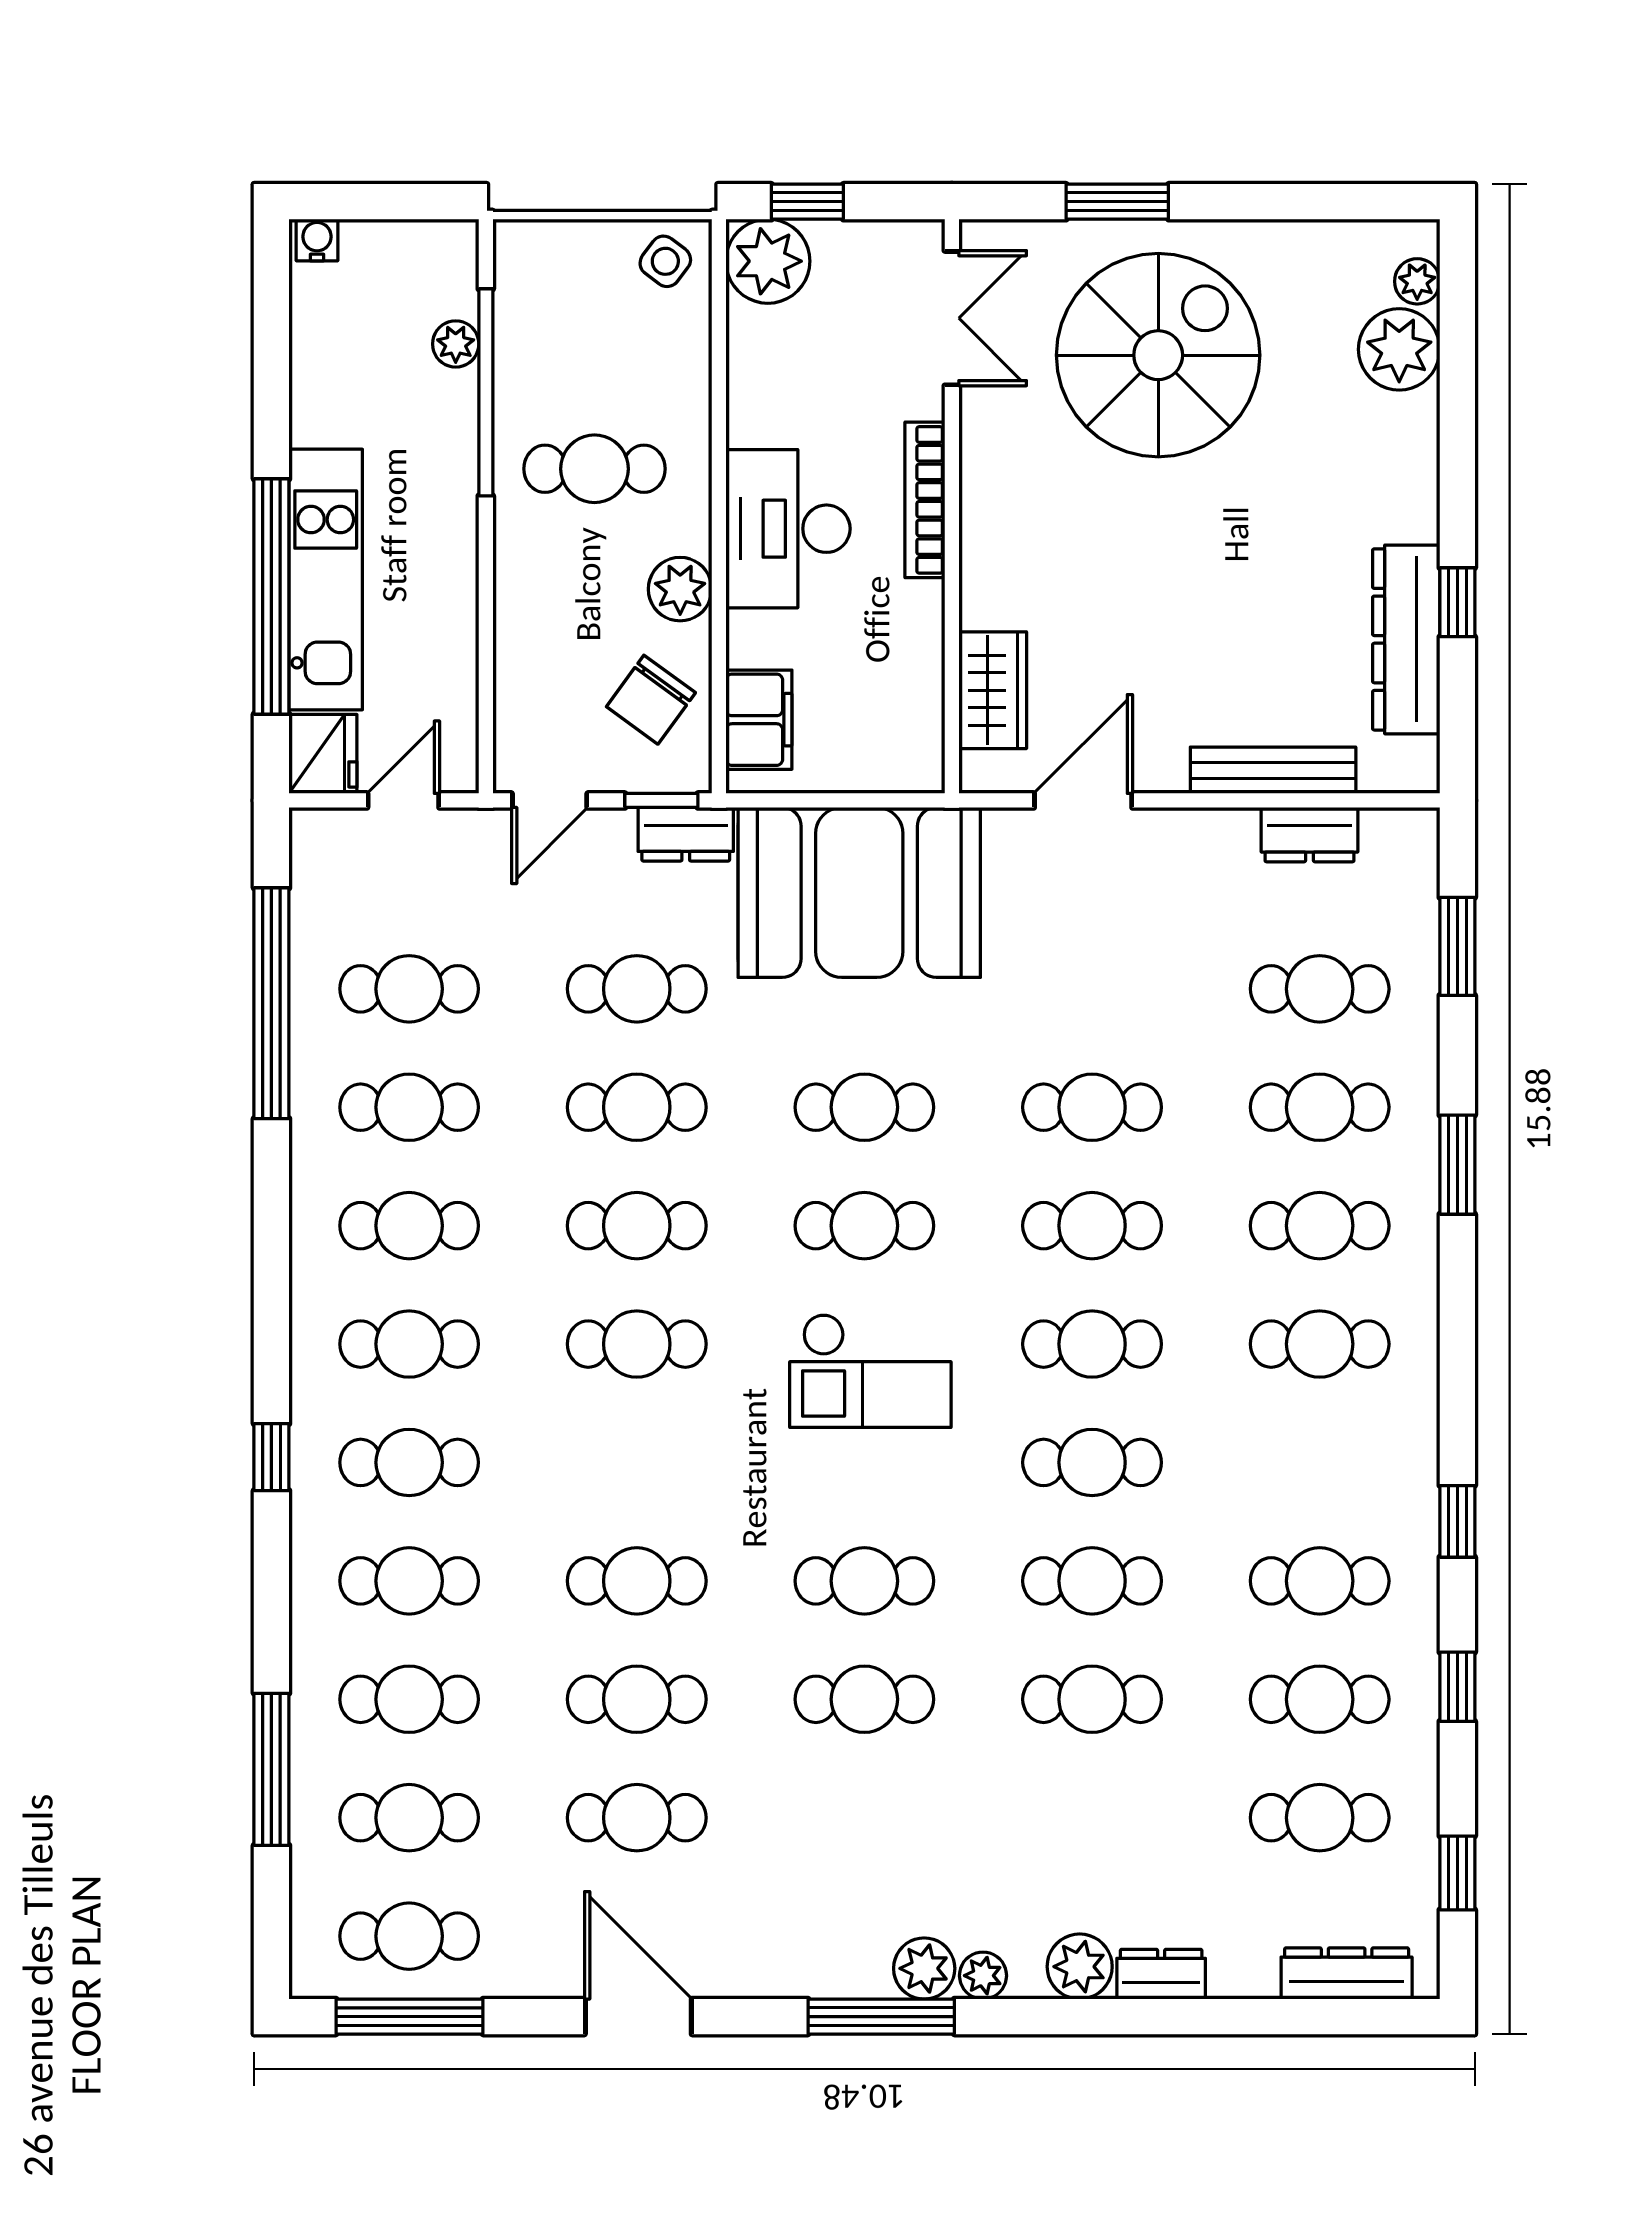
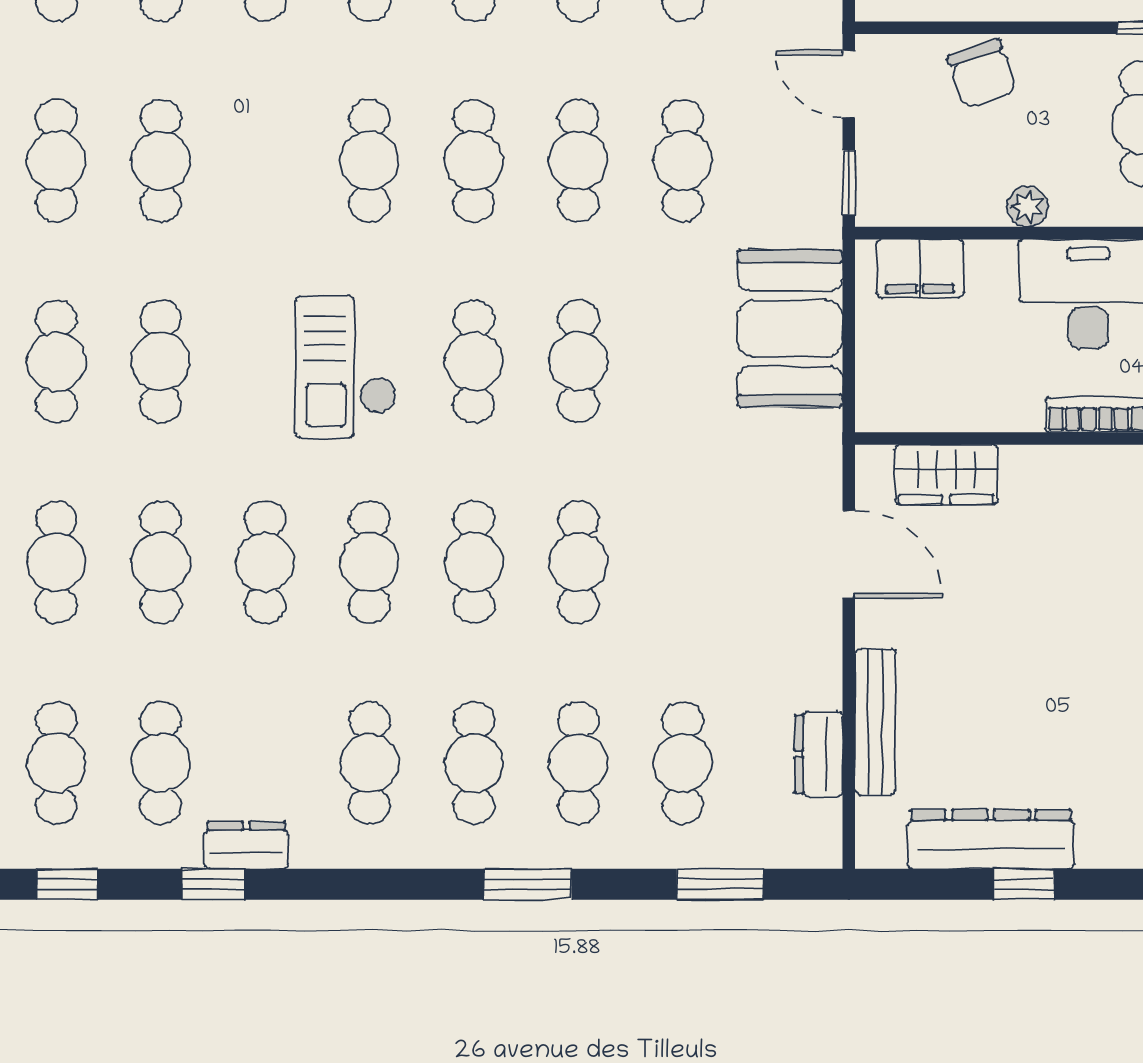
plant: (680, 589) -> (1027, 207), width x0.73, depth x0.73
chair: (651, 700) -> (982, 74), moved, turned -145
dresser: (686, 834) -> (246, 845), moved, turned 90
booth: (859, 892) -> (790, 329), width x0.73, depth x0.70

